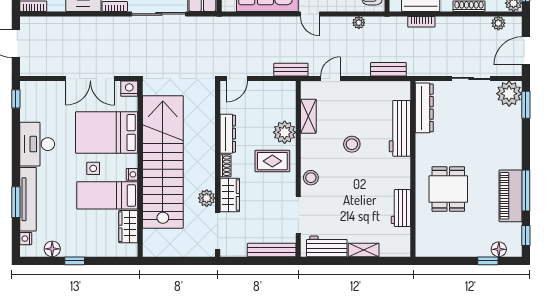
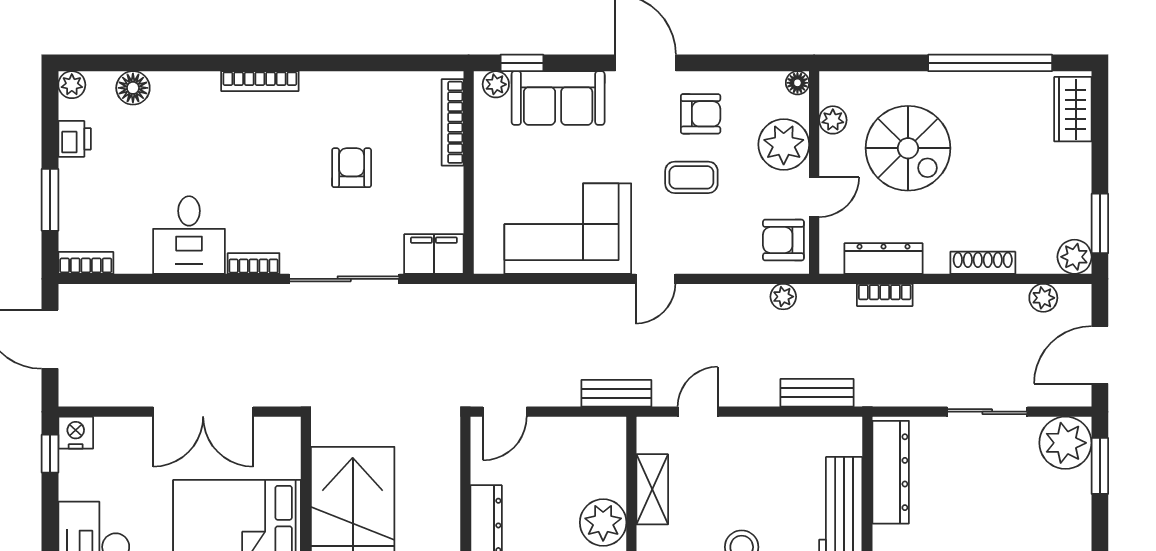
door: (310, 14) -> (655, 279), hinge flipped
plant: (359, 23) -> (783, 297), moved
nightstand: (129, 89) -> (76, 433), moved

